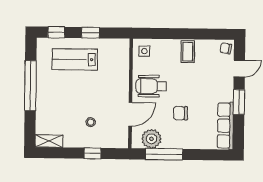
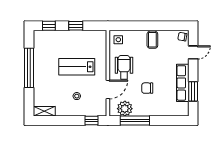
lab bench: (75, 59) -> (77, 67), moved
wheelchair: (151, 86) -> (124, 67), turned 90
window: (239, 102) -> (193, 91), moved
row of seats: (225, 126) -> (183, 83), moved
window: (93, 153) -> (92, 121), moved

